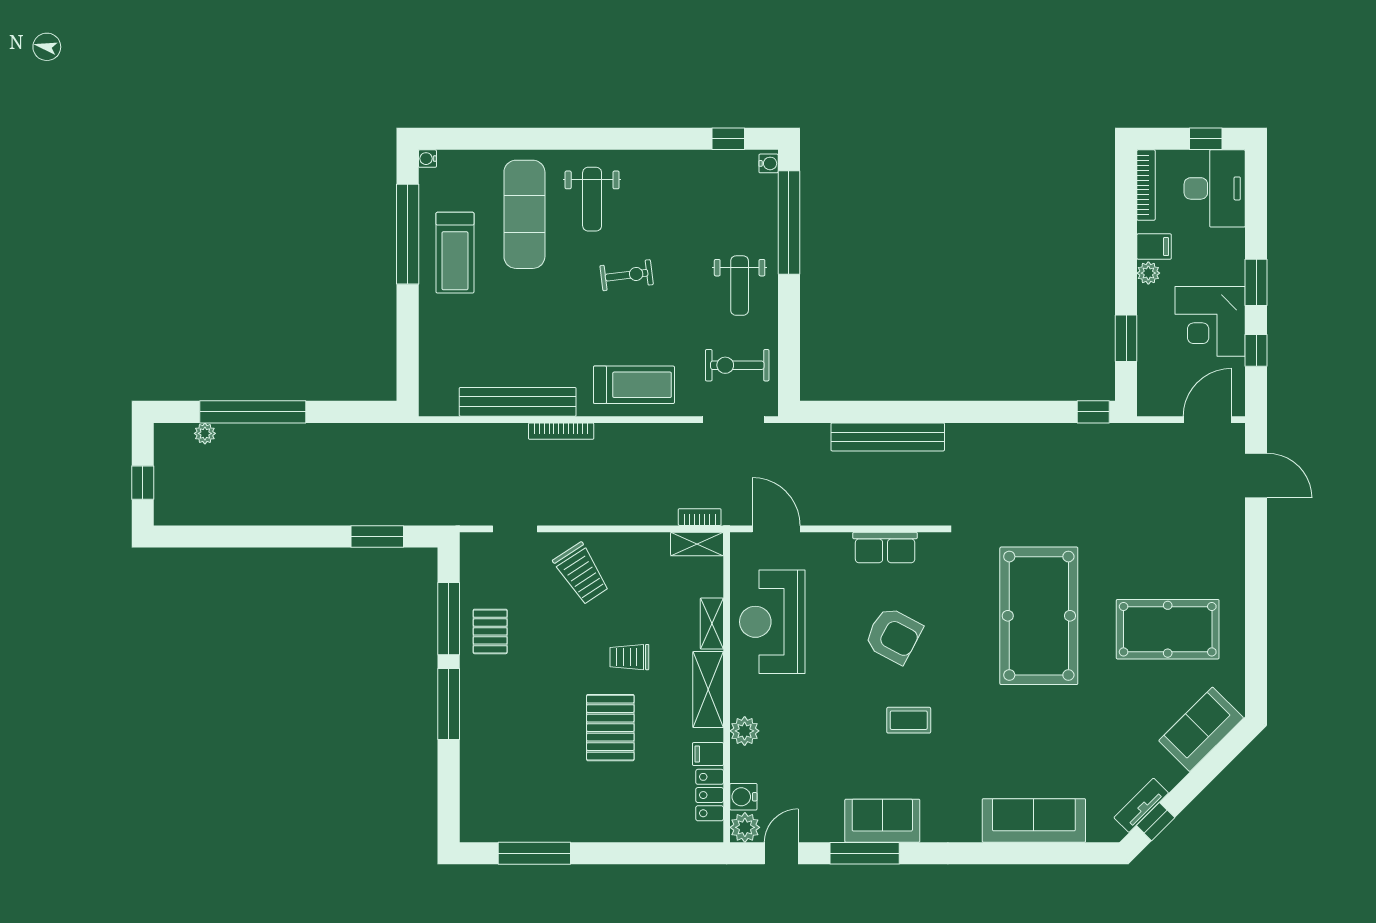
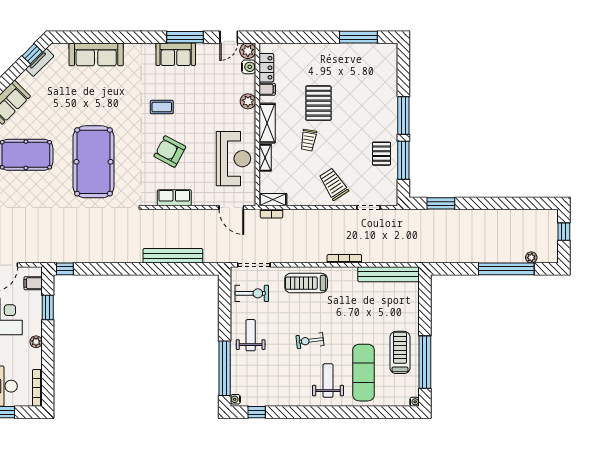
filing cabinet: (1154, 247) -> (33, 283), moved
bench: (518, 402) -> (388, 274), moved
trolley: (629, 657) -> (308, 140), turned 100

